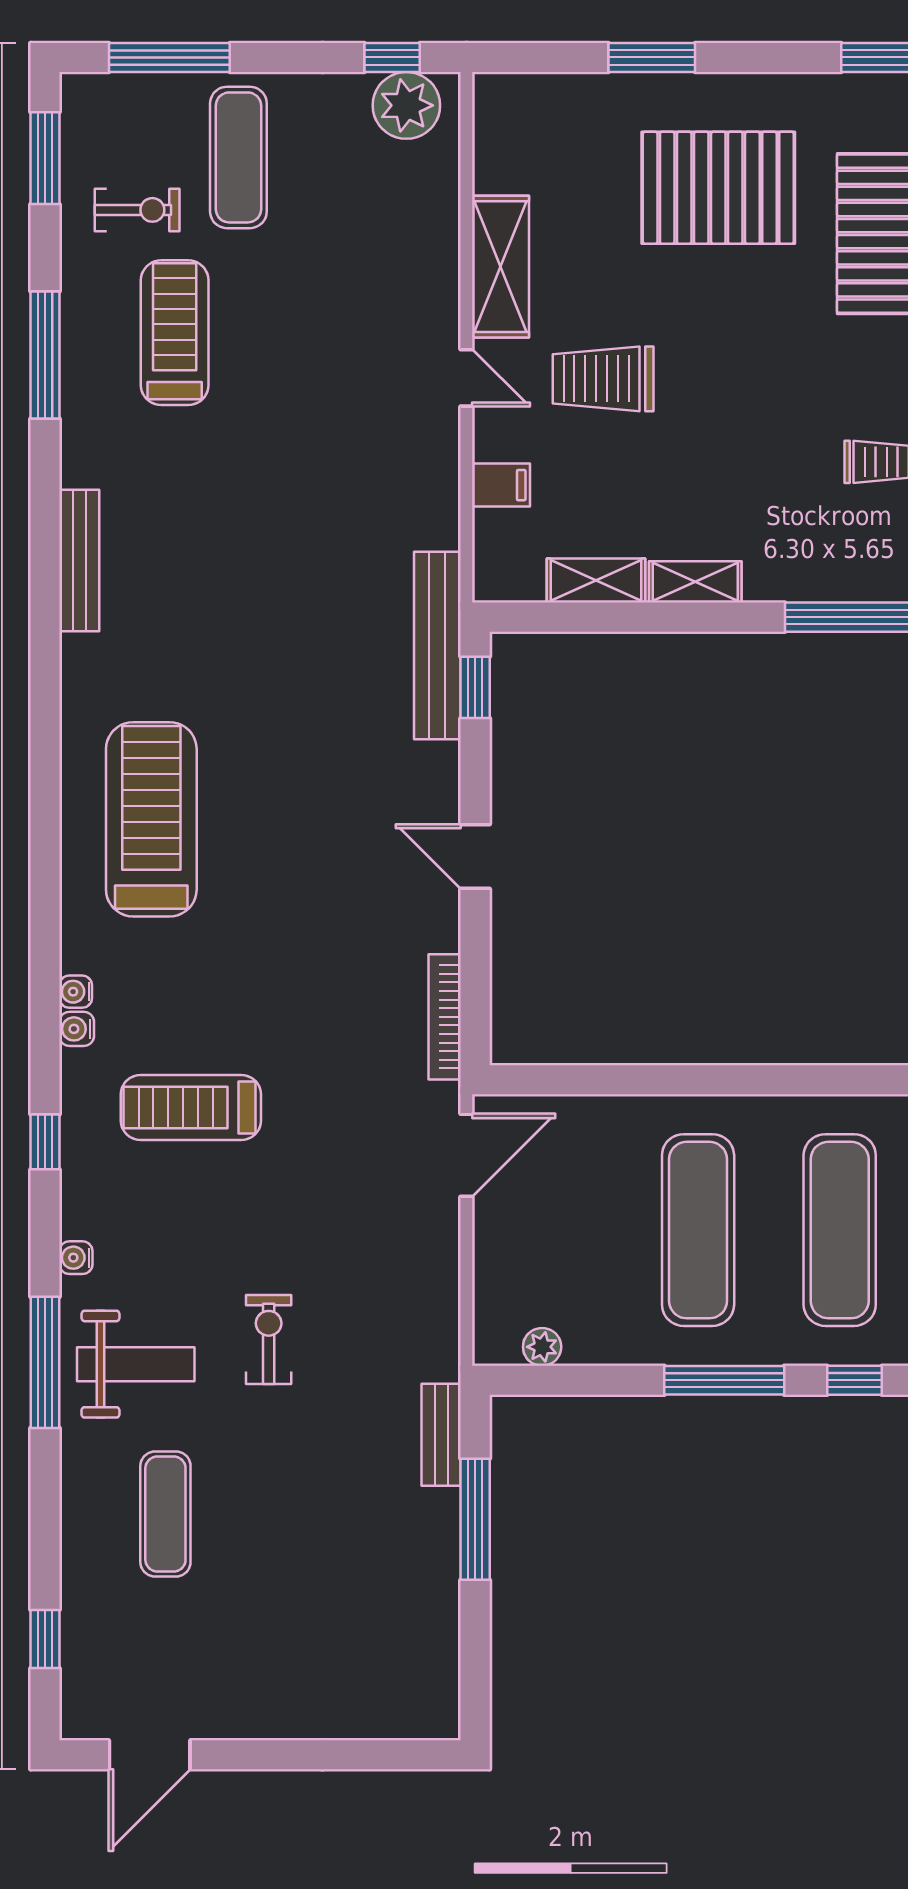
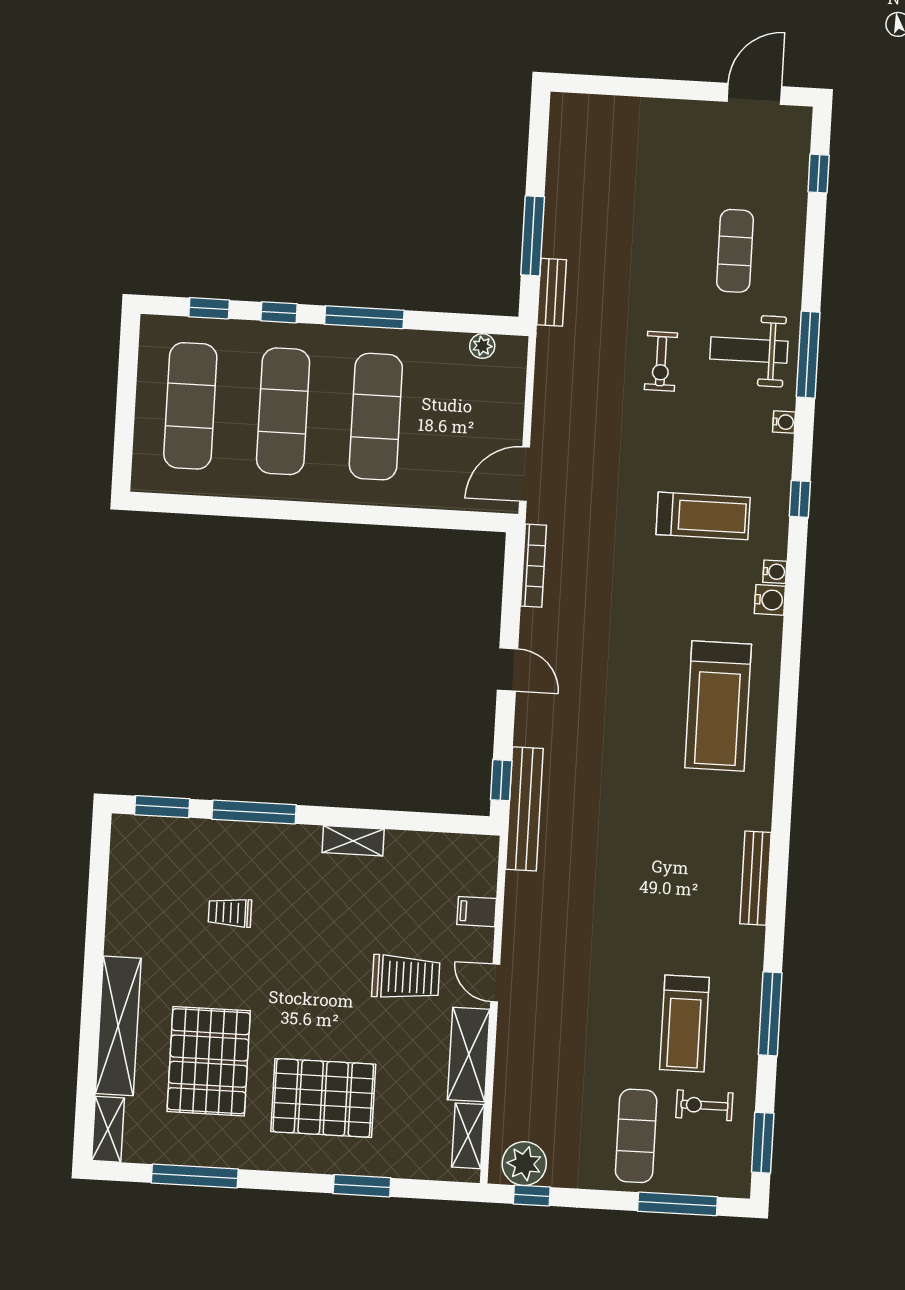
shelving: (596, 581) -> (468, 1136), moved, turned 90
water cooler: (76, 992) -> (770, 600), width x1.38, depth x1.38

